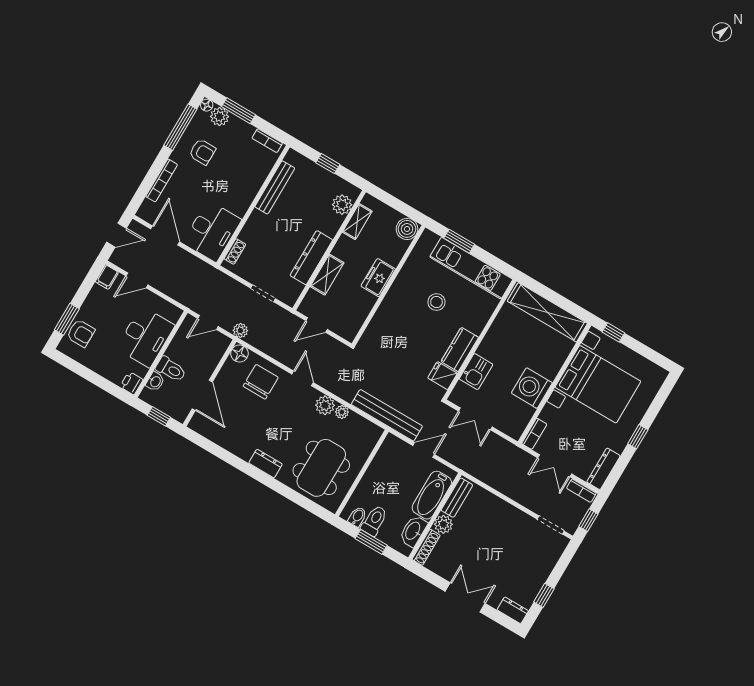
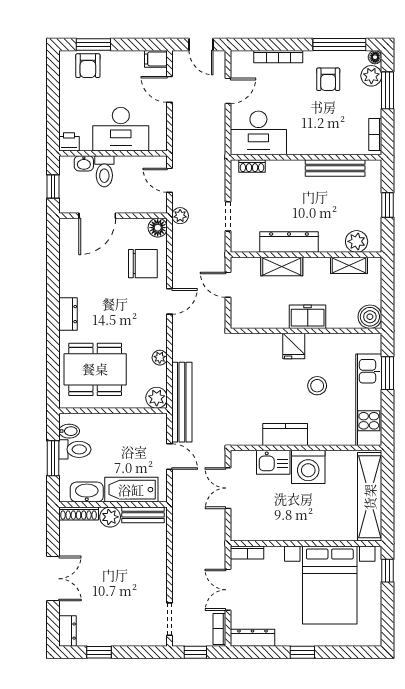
door: (165, 235) -> (228, 91), width x0.73
fridge: (442, 376) -> (294, 346), moved, turned 180
washing machine: (532, 388) -> (308, 467), moved, turned 180
plant: (325, 405) -> (157, 398), moved

